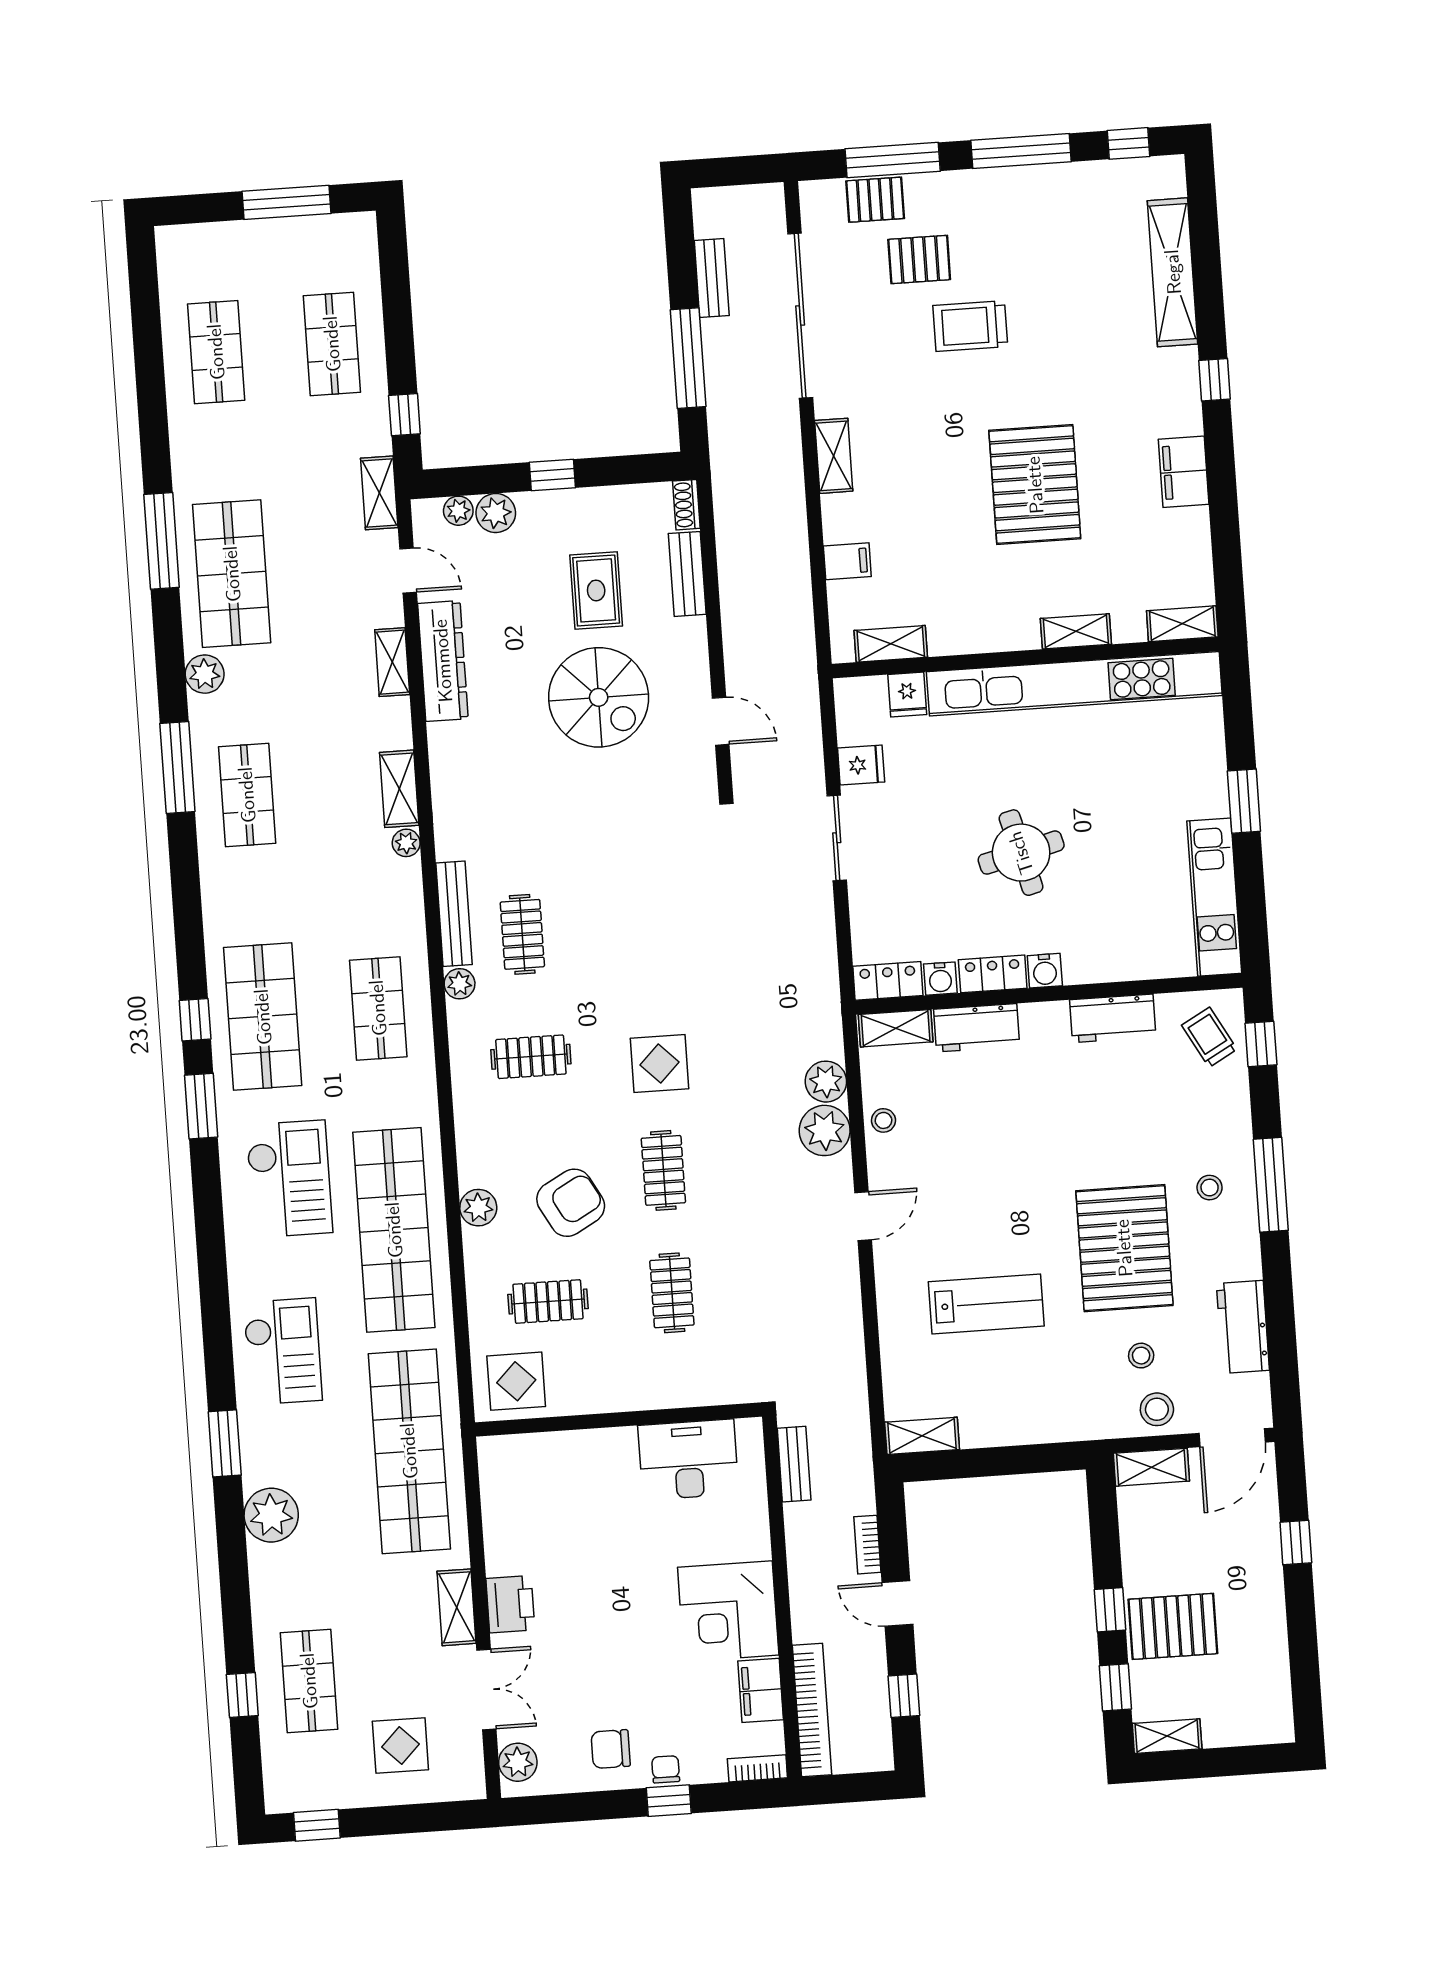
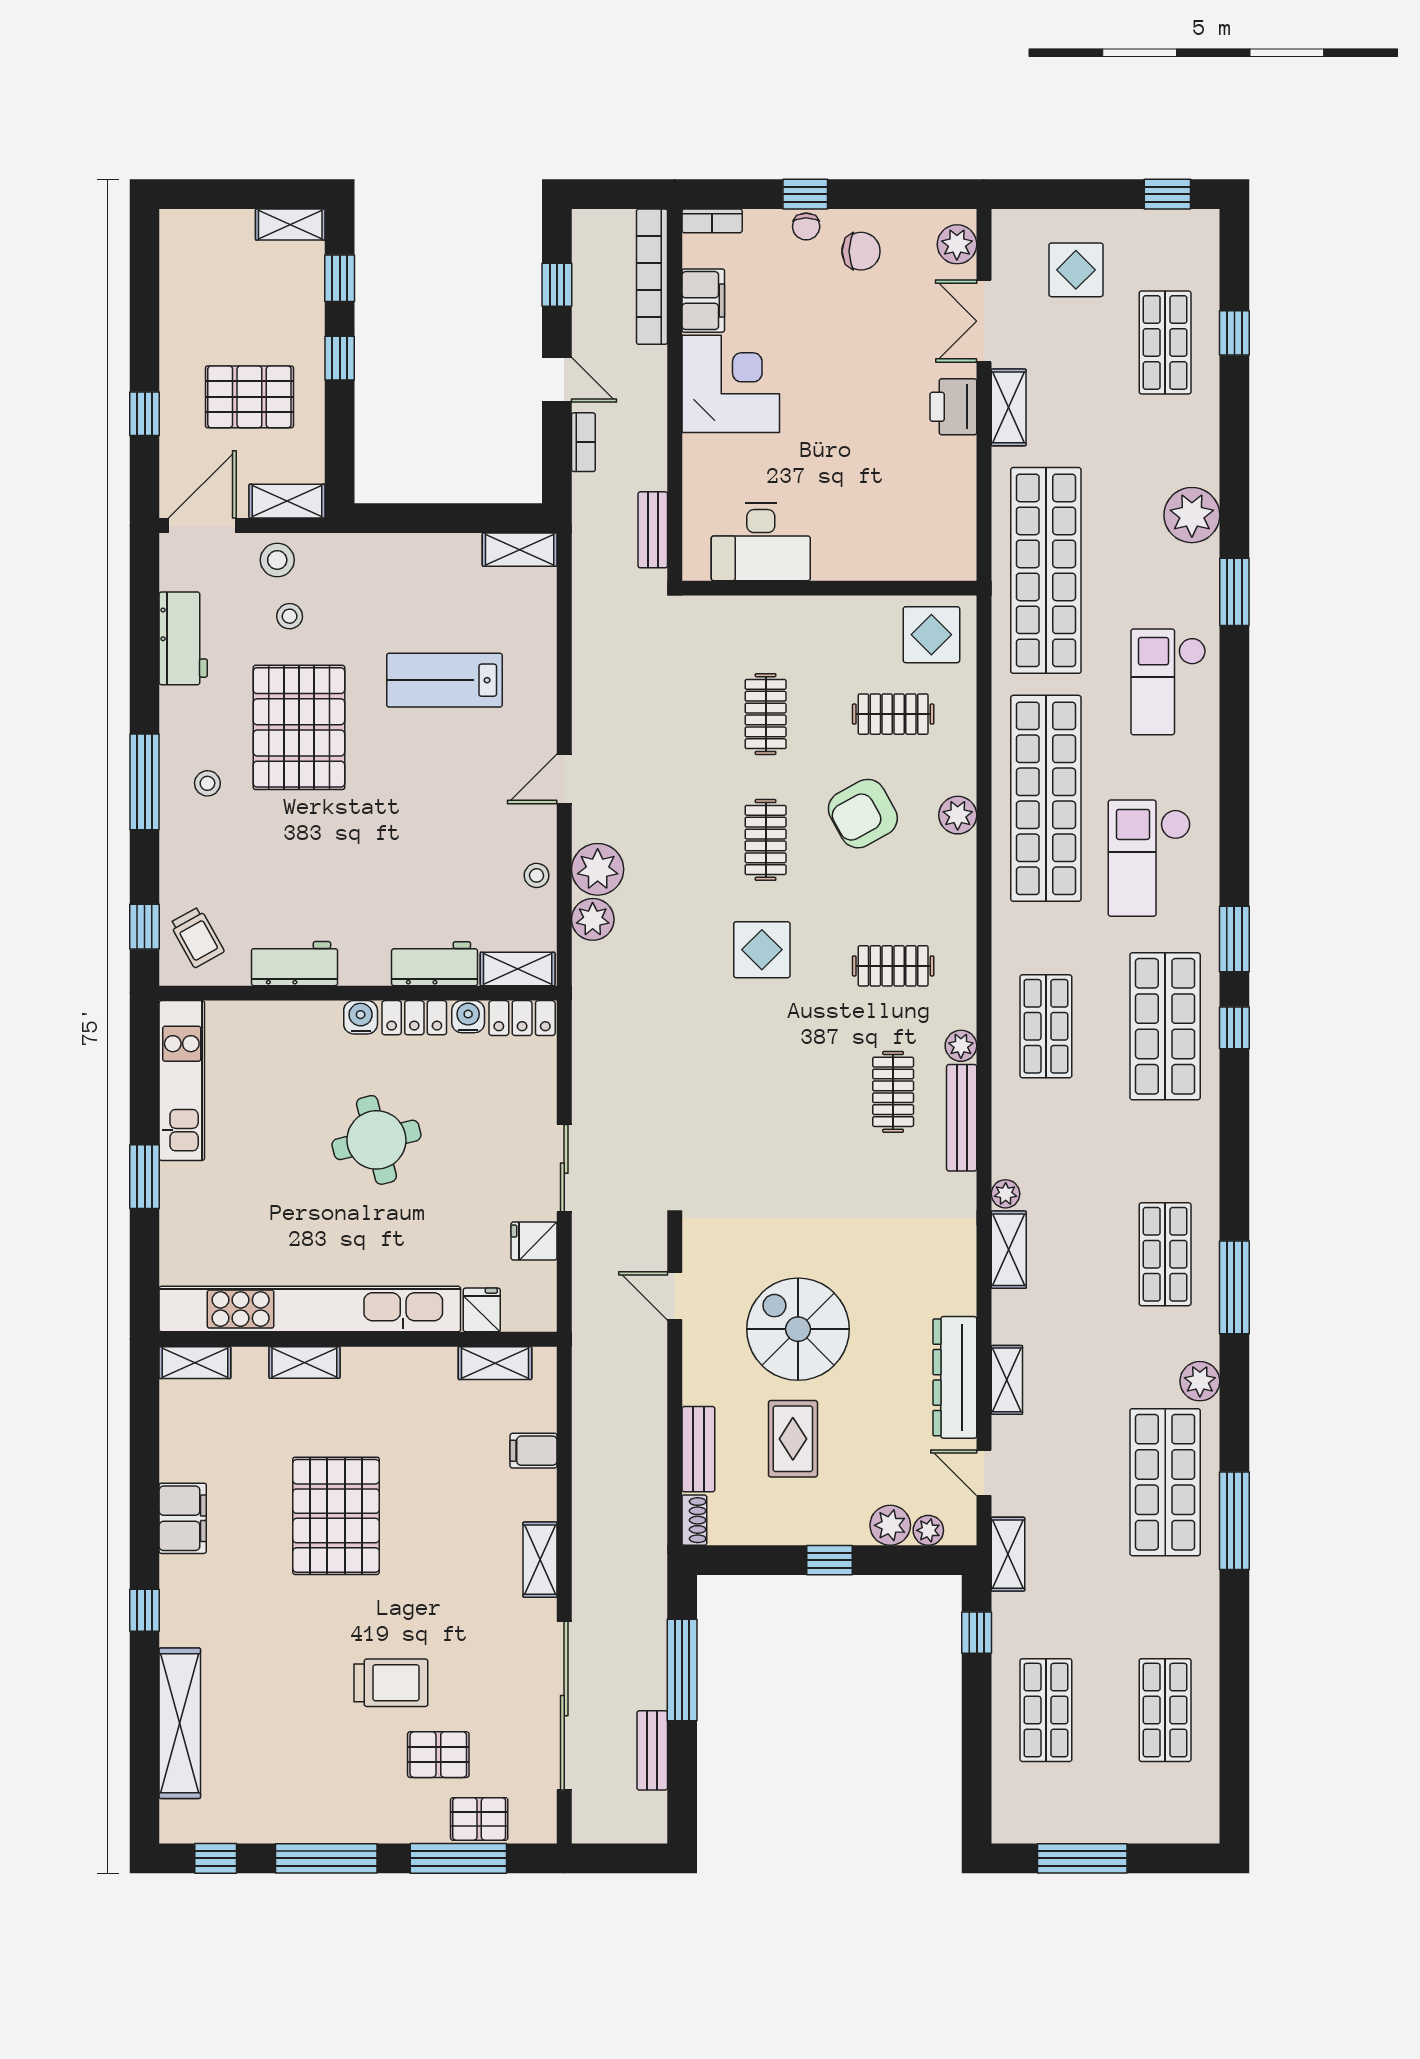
pallet: (1173, 1626) -> (249, 397), moved

